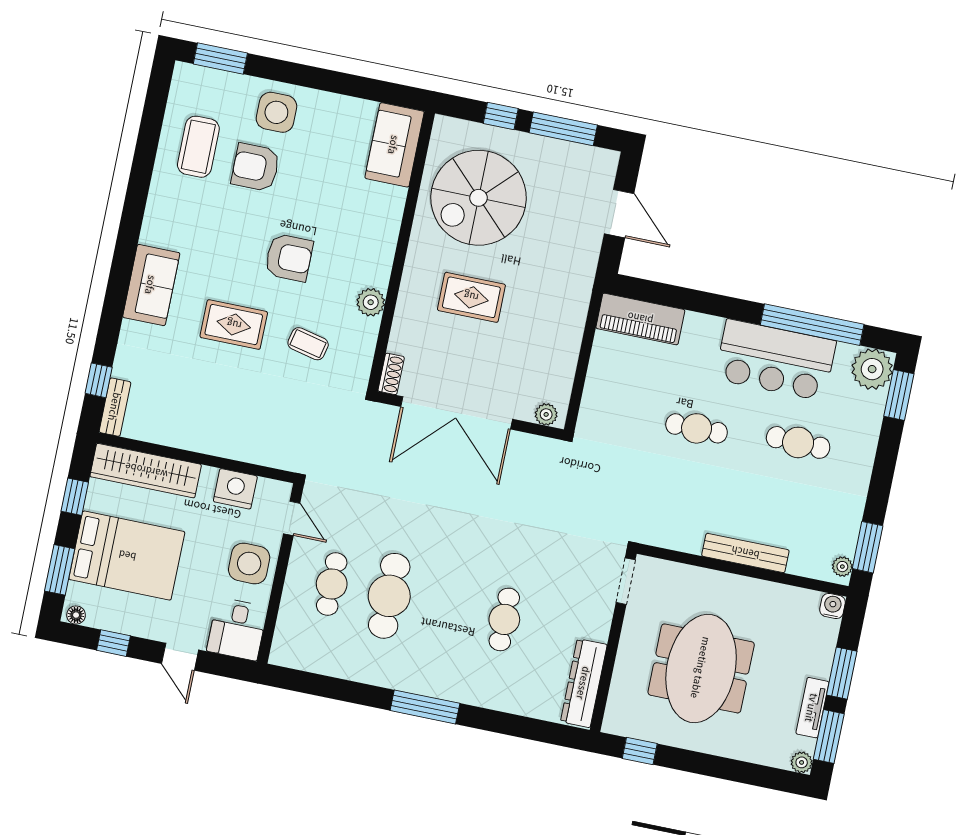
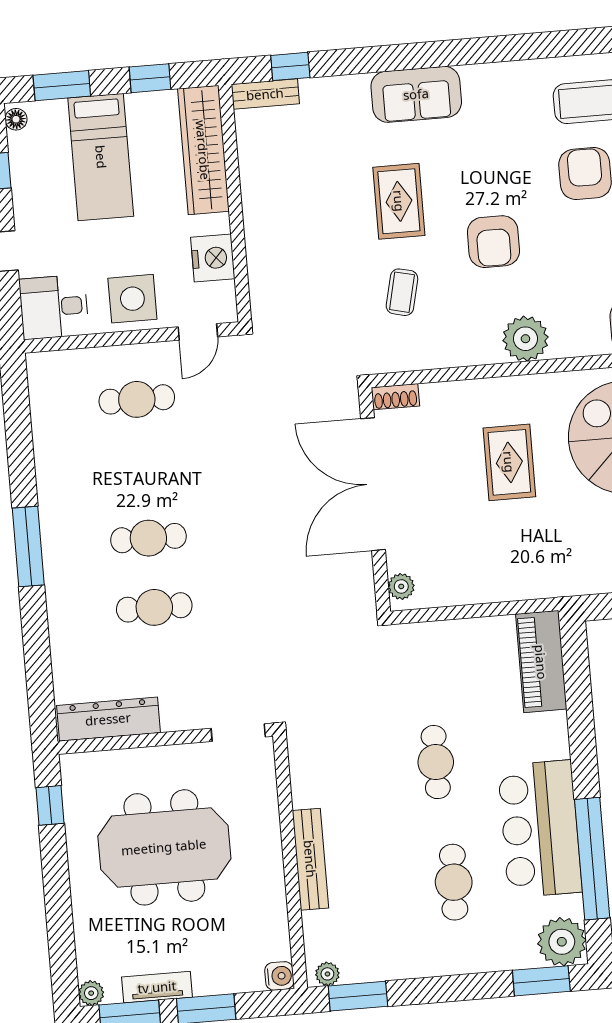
plant: (371, 302) -> (525, 339), moved, width x1.36, depth x1.36
bed: (127, 556) -> (101, 157), width x0.67
cafe table: (389, 596) -> (148, 538), moved, width x0.73, depth x0.74

